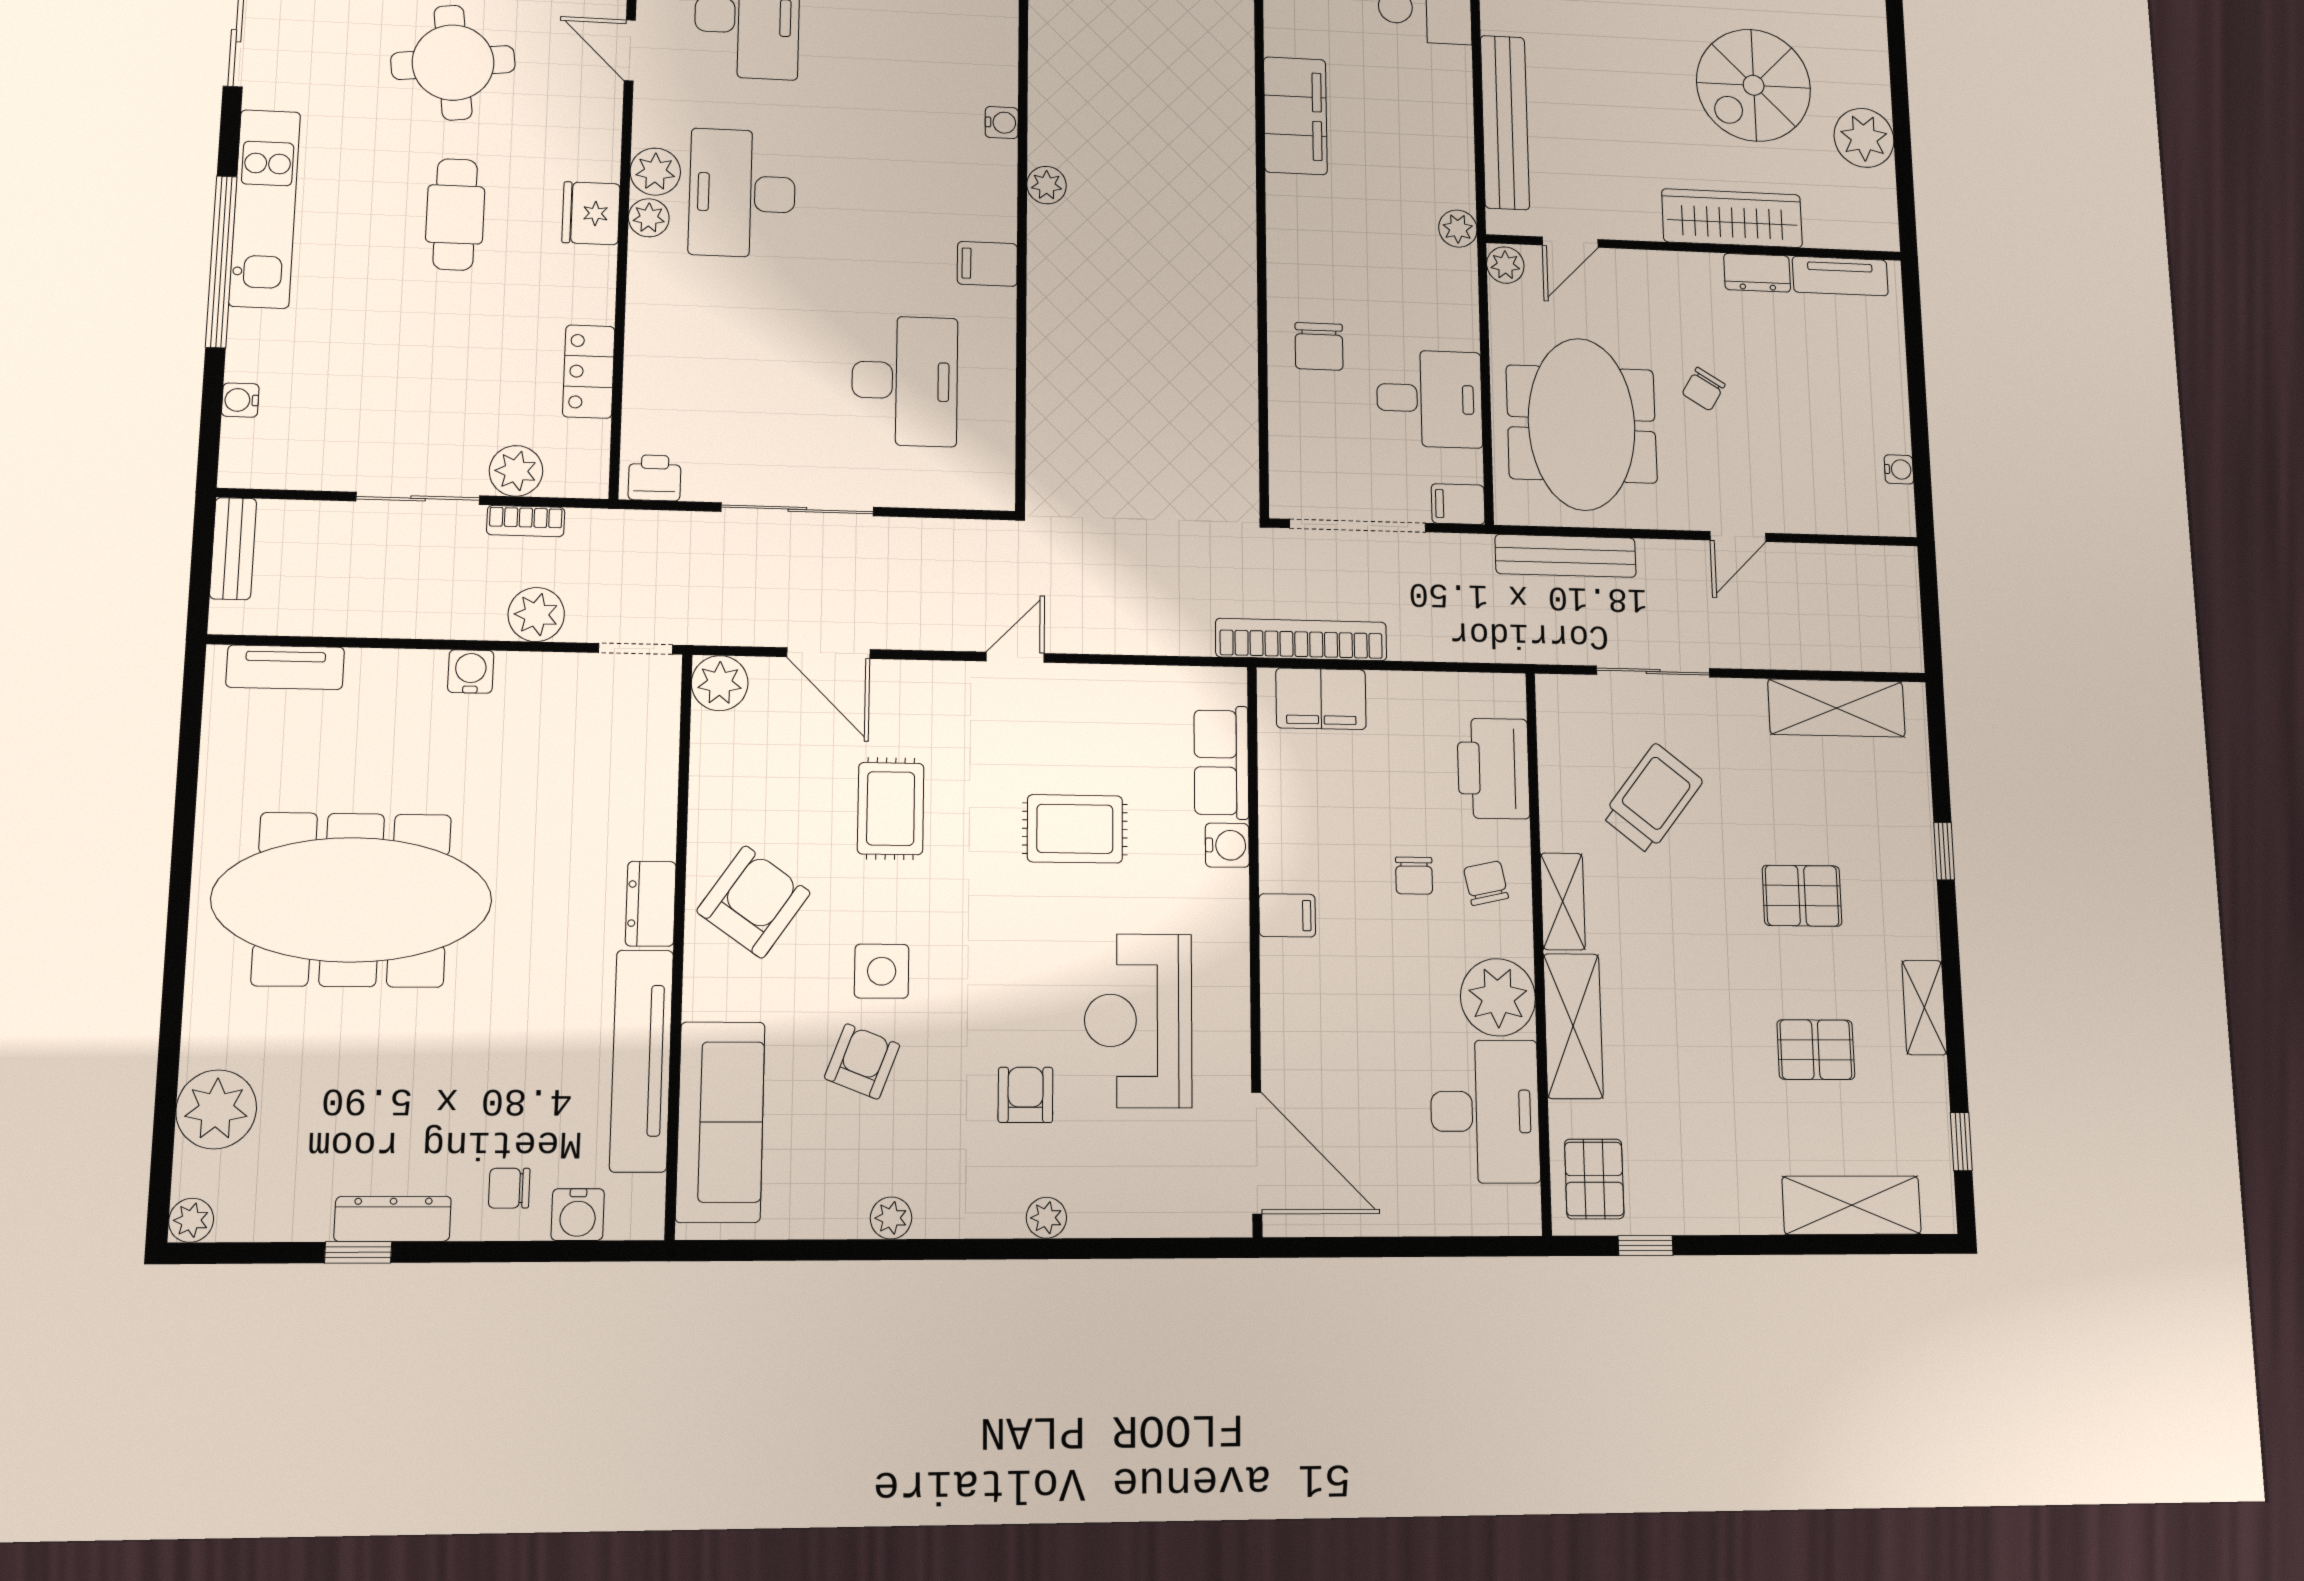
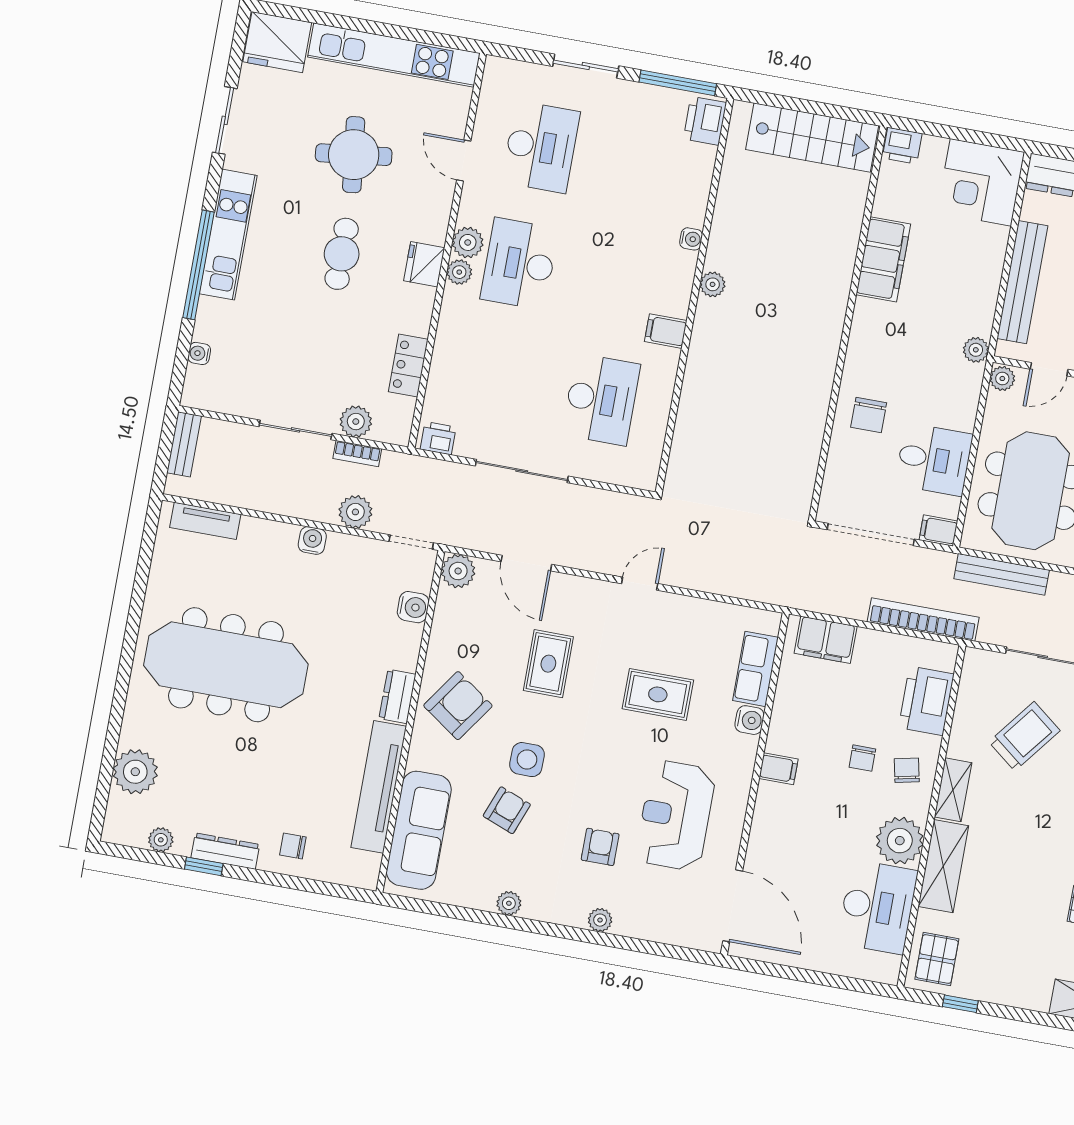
bookcase: (1301, 639) -> (923, 620), moved
water cooler: (578, 1215) -> (413, 607), moved, turned -90
plant: (191, 1220) -> (161, 840), moved

